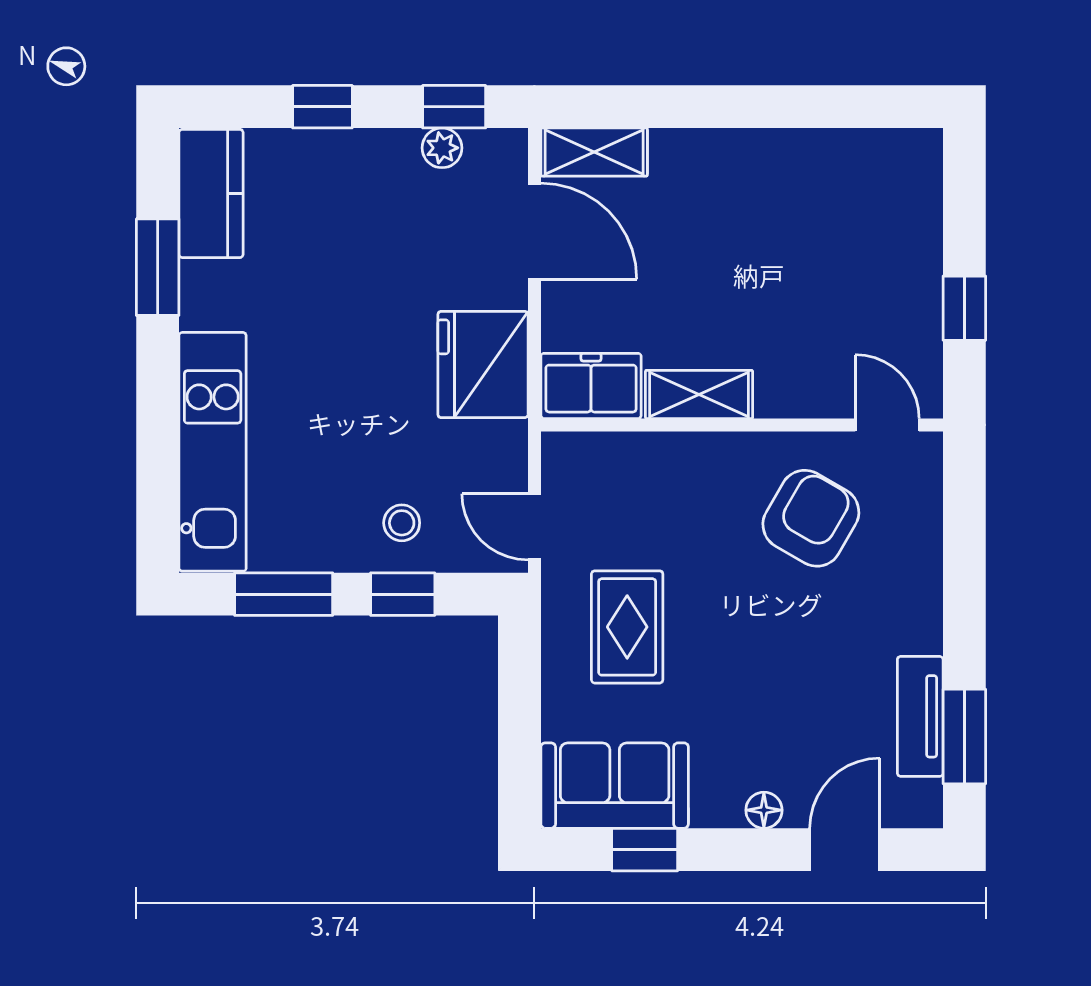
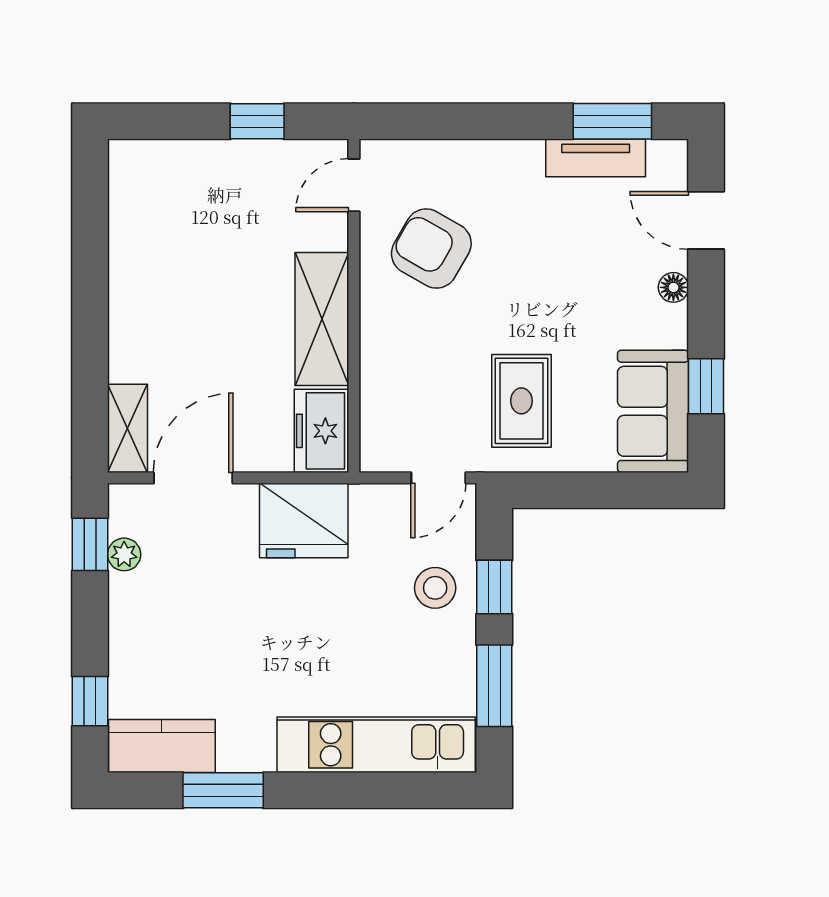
window: (322, 107) -> (90, 701), moved
shelving: (699, 394) -> (322, 319), width x1.50, depth x1.33
stool: (402, 523) -> (435, 588), width x1.37, depth x1.37
rug: (627, 627) -> (521, 401), turned 90

